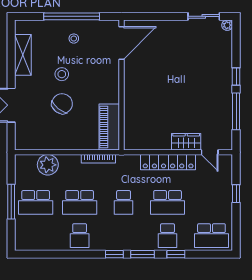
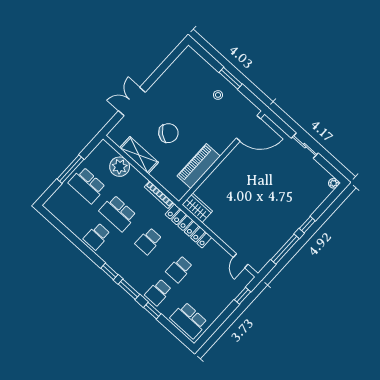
window: (72, 16) -> (231, 78), width x0.47
sliding door: (204, 16) -> (305, 146), moved
shelving: (23, 55) -> (139, 155), moved, turned 90
stool: (62, 74) -> (187, 112), removed
piano: (109, 127) -> (199, 166), moved
wardrobe: (186, 142) -> (197, 208), moved
locker: (168, 162) -> (188, 226), moved
window: (236, 194) -> (243, 296), moved
school desk: (168, 202) -> (179, 269), width x0.54

